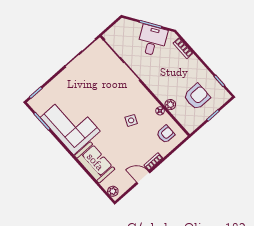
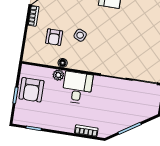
desk: (152, 41) -> (77, 88), moved, turned -147
armchair: (197, 97) -> (31, 90), moved
armchair: (166, 134) -> (54, 37), moved

